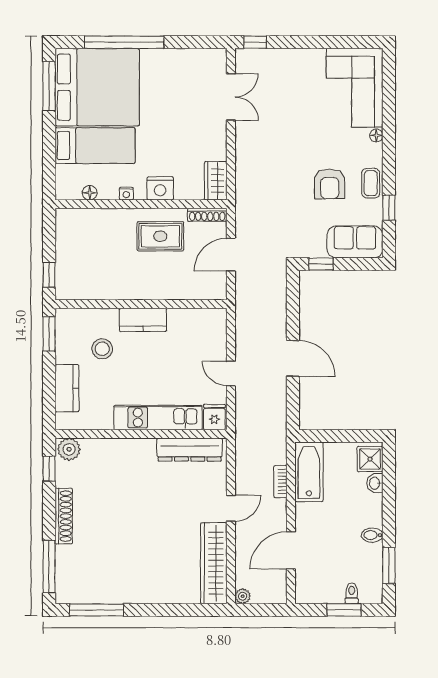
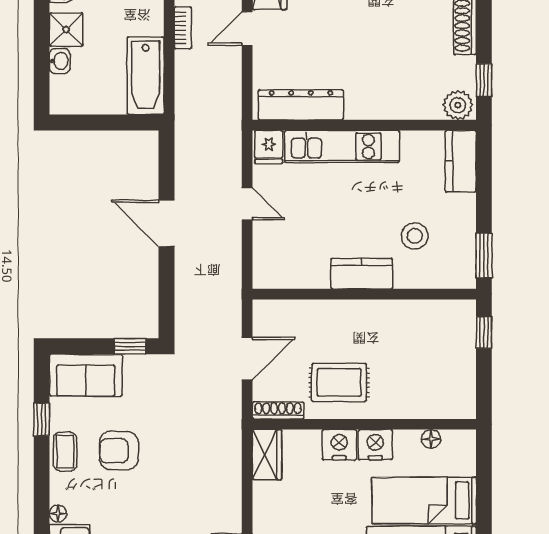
armchair: (330, 184) -> (119, 451), turned -90
nightstand: (126, 194) -> (375, 445), width x1.89, depth x1.79
kitchen counter: (67, 388) -> (461, 161), moved
shower: (370, 459) -> (66, 30), moved
bookcase: (280, 482) -> (183, 28), moved

